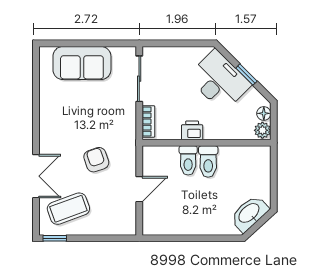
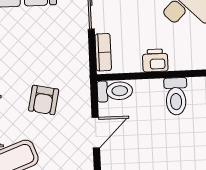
armchair: (96, 160) -> (44, 100), turned -149
toilet: (188, 160) -> (115, 91), moved, turned -90

